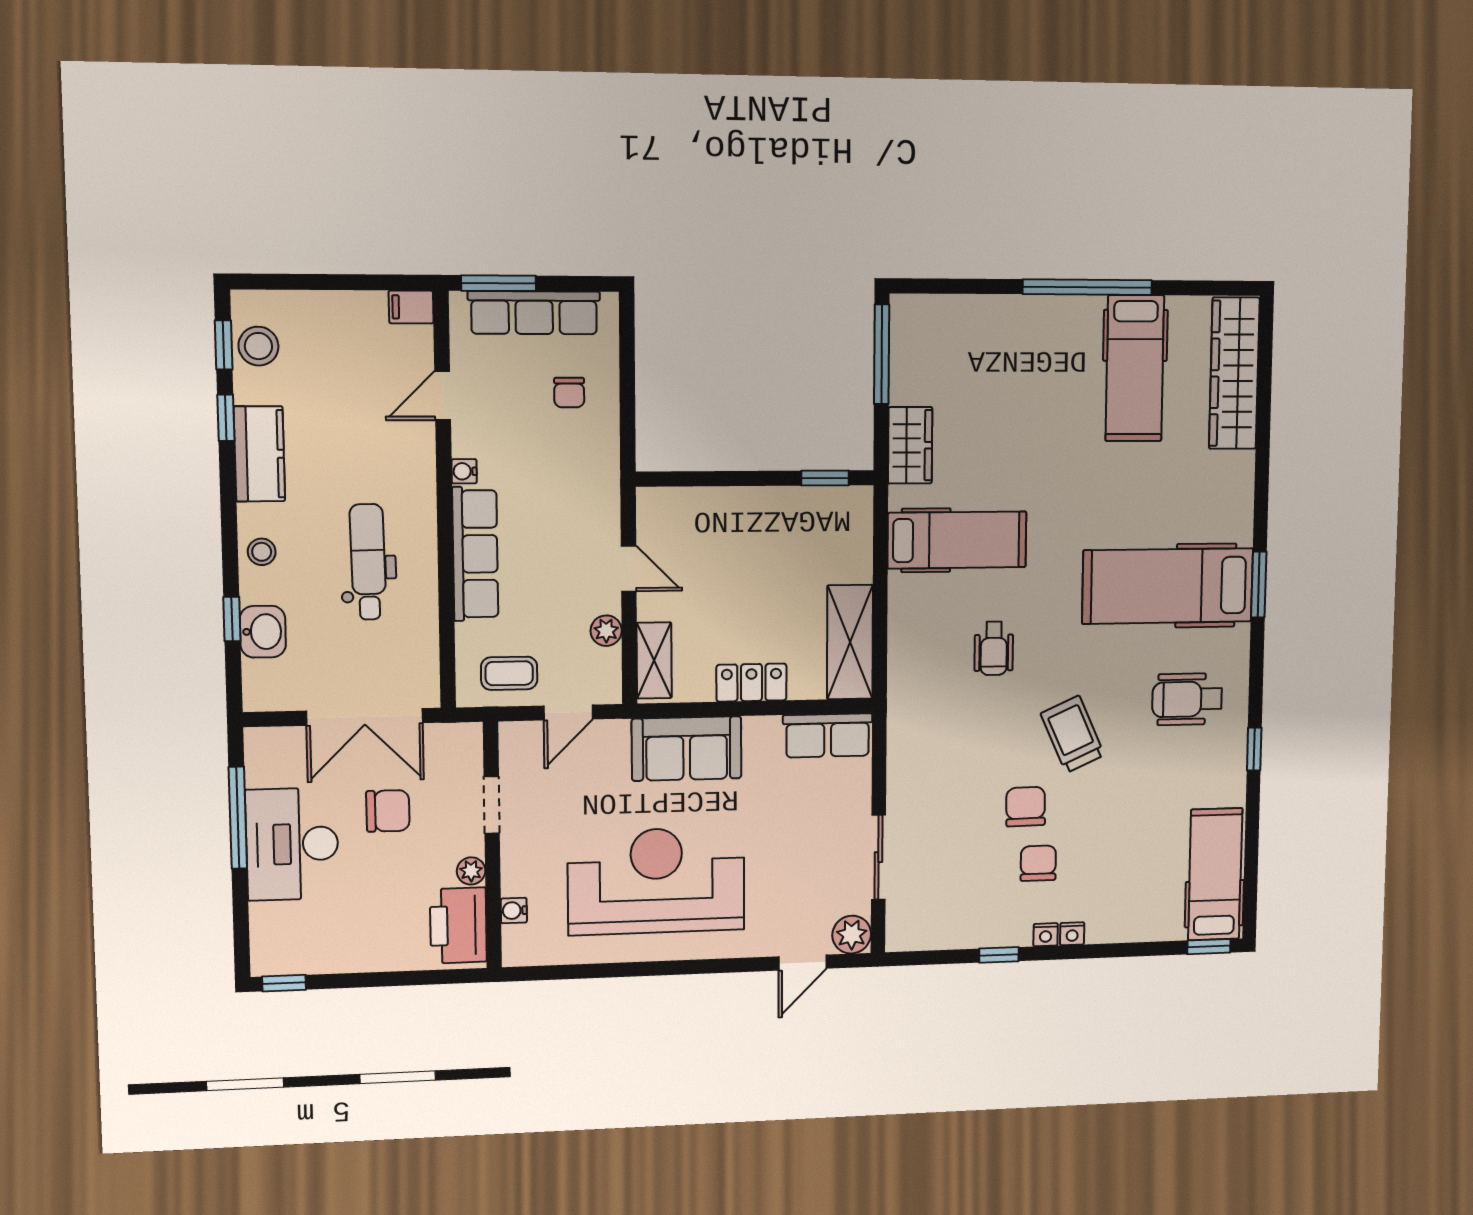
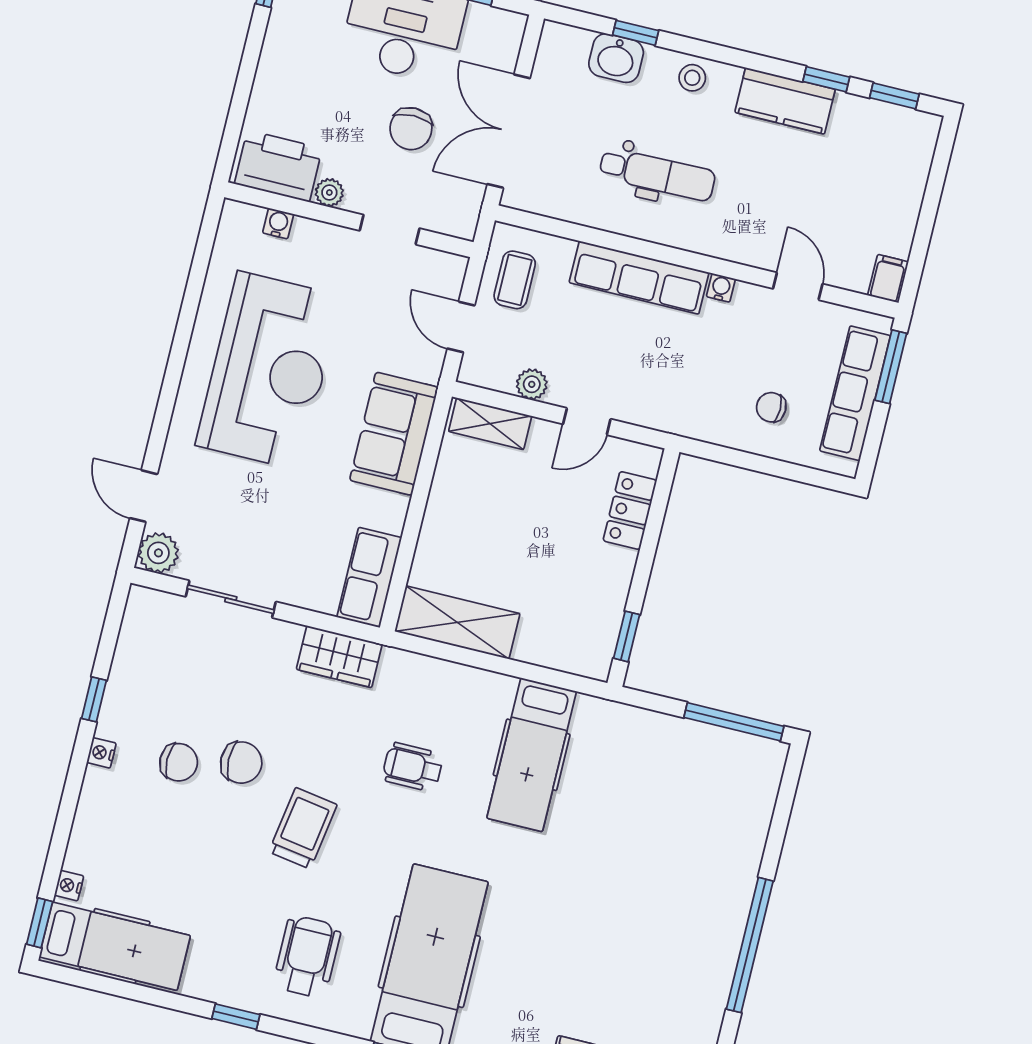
stool: (258, 346) -> (886, 127), removed
hospital bed: (1135, 368) -> (658, 976), removed
wardrobe: (910, 445) -> (339, 657), moved
locker: (751, 683) -> (630, 511), moved, turned 180
trolley: (1073, 734) -> (303, 828), turned -57
nightstand: (1072, 934) -> (69, 886), moved

